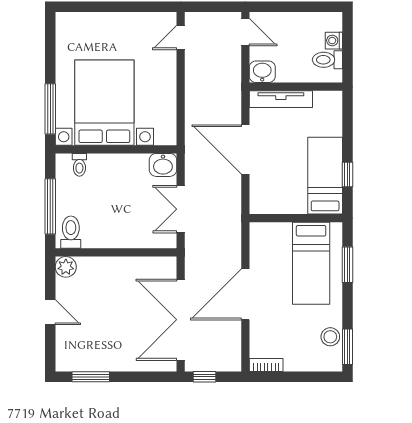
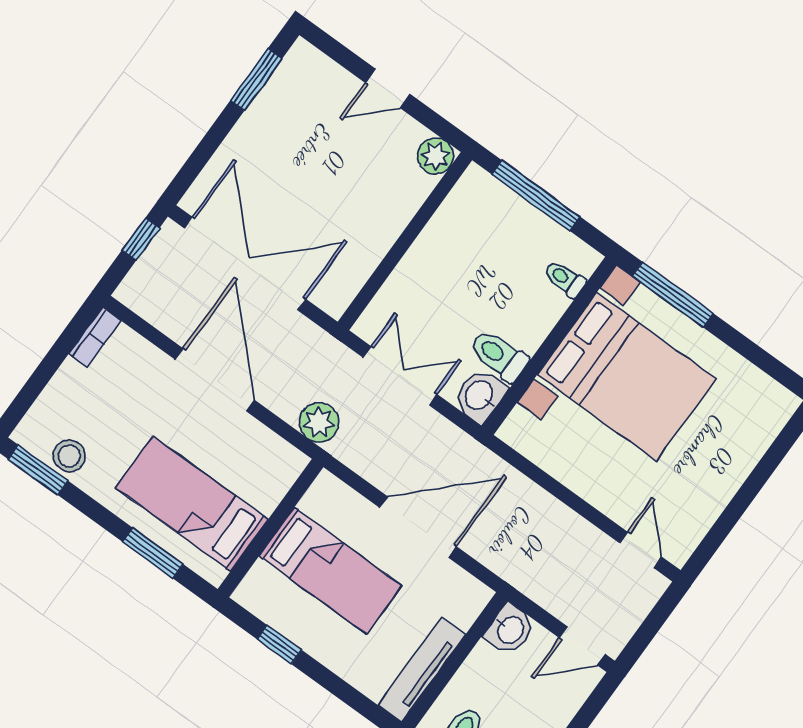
tv unit: (281, 99) -> (422, 670), moved
bed: (325, 176) -> (331, 571), moved
plant: (230, 231) -> (319, 422), added
toilet: (71, 232) -> (499, 356), moved, turned 180

